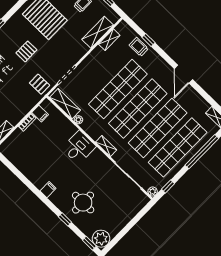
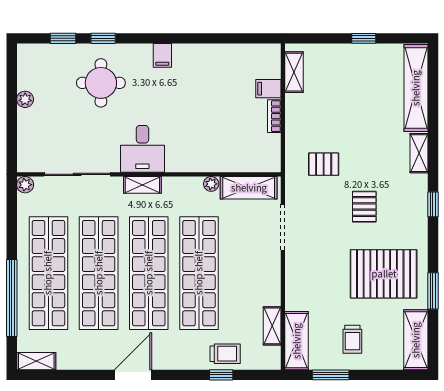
shelving: (98, 32) -> (297, 341), moved
door: (183, 74) -> (133, 375), hinge flipped
pallet: (40, 84) -> (324, 164), moved
filing cabinet: (40, 114) -> (268, 89), moved
desk: (79, 147) -> (142, 149), moved
window: (168, 186) -> (12, 211), removed
plant: (101, 239) -> (25, 99), moved, width x0.53, depth x0.53
window: (89, 243) -> (63, 38), moved

